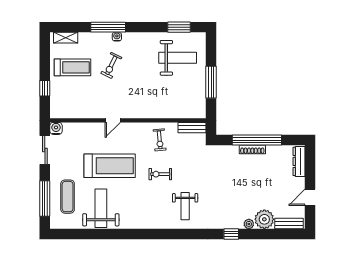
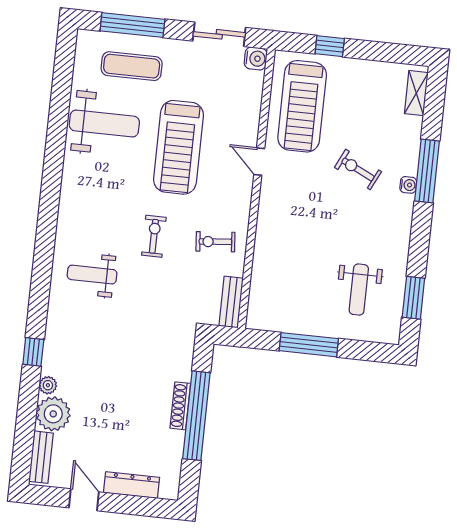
weight bench: (178, 58) -> (359, 290), width x0.73, depth x0.75
treadmill: (72, 67) -> (302, 106), moved, width x1.37, depth x1.38
dresser: (299, 161) -> (132, 485), moved

